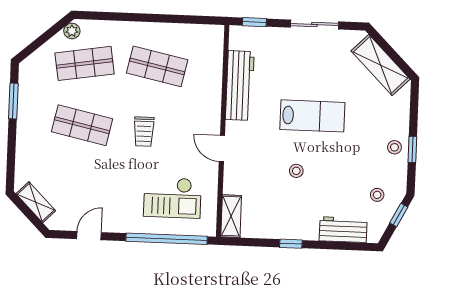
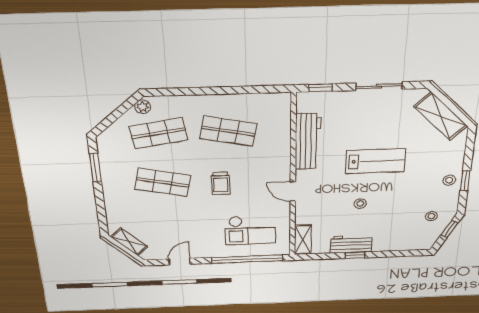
workbench: (343, 230) -> (351, 244), moved

